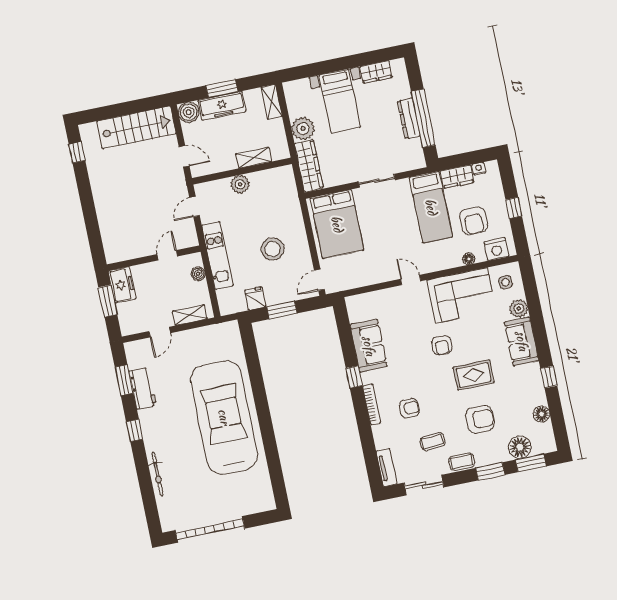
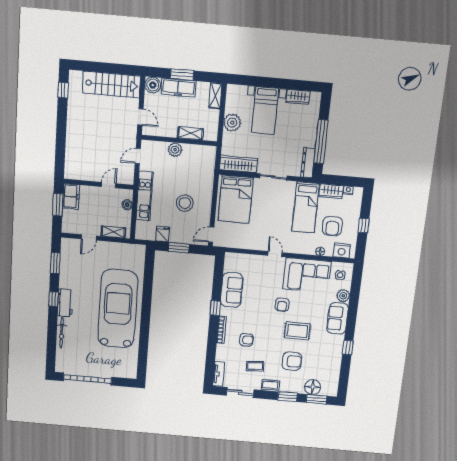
dresser: (409, 118) -> (308, 163), moved
wardrobe: (309, 166) -> (238, 164), moved, turned -90
workbench: (143, 388) -> (65, 303), moved
floor lamp: (542, 414) -> (335, 370), removed

